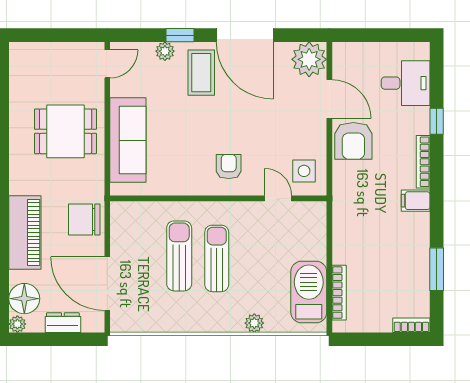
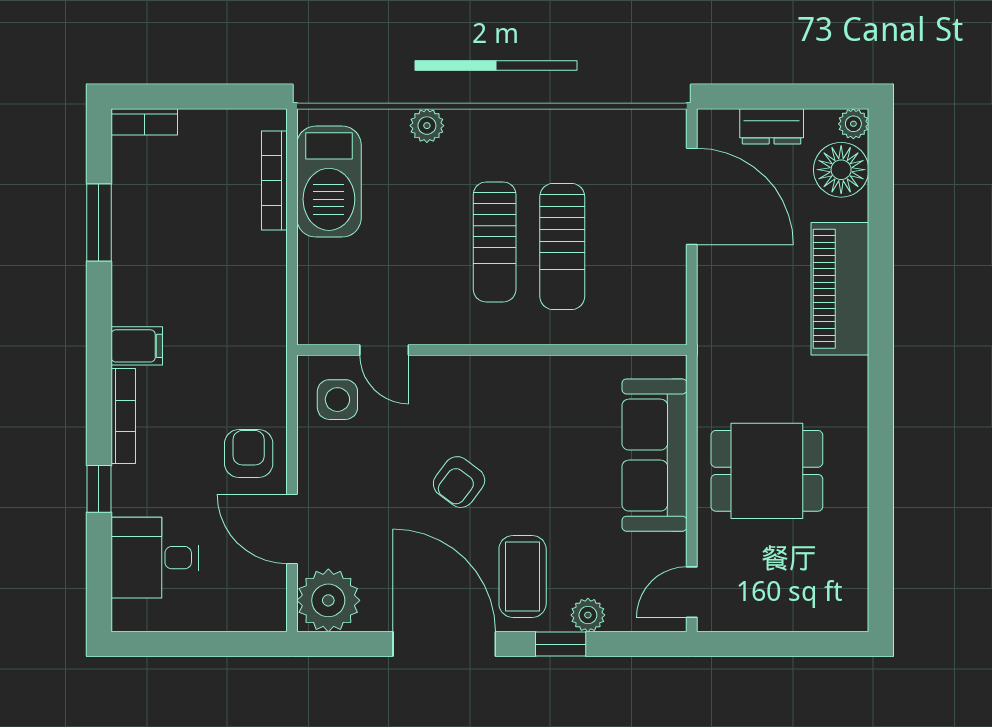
armchair: (353, 141) -> (249, 454), width x0.72, depth x0.72
armchair: (229, 167) -> (459, 482), moved, turned 37
chair: (84, 220) -> (733, 312), removed

